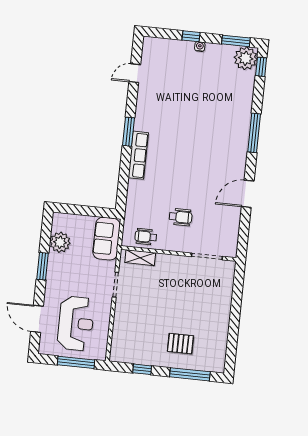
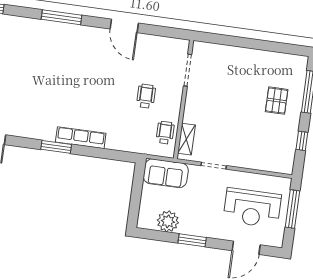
wheelchair: (146, 237) -> (165, 133), turned 180
reception desk: (76, 323) -> (252, 208), turned 180

